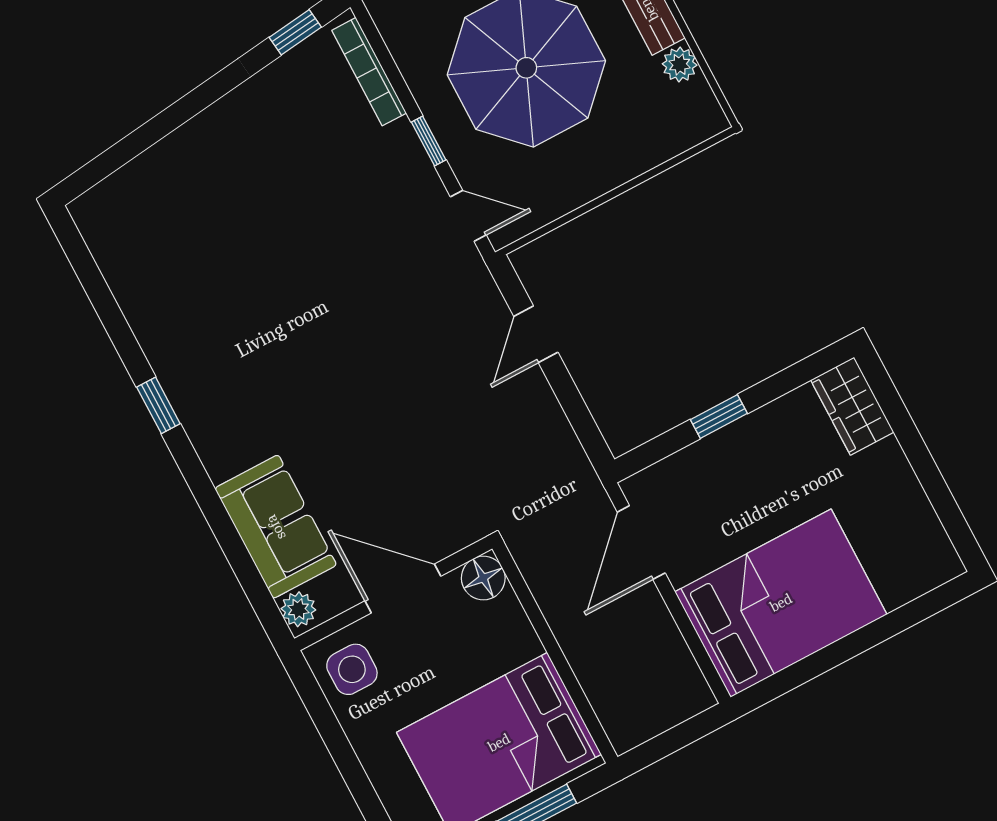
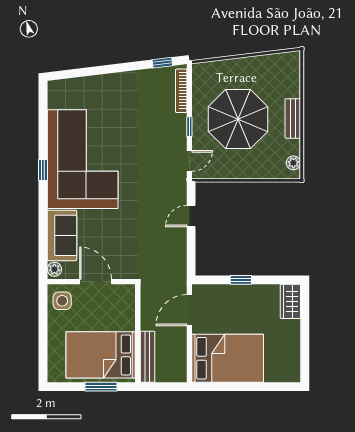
plant: (680, 65) -> (293, 163), moved
door: (468, 216) -> (189, 161), hinge flipped
corner sofa: (233, 336) -> (83, 159), added
floor lamp: (483, 578) -> (126, 293), removed
bench: (603, 693) -> (147, 357), added

